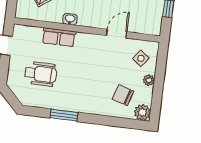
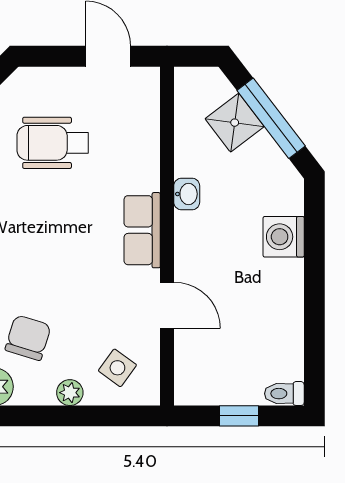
row of seats: (59, 37) -> (142, 230), moved
wheelchair: (41, 74) -> (53, 143), turned 90

